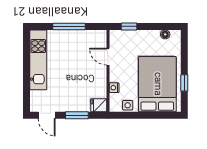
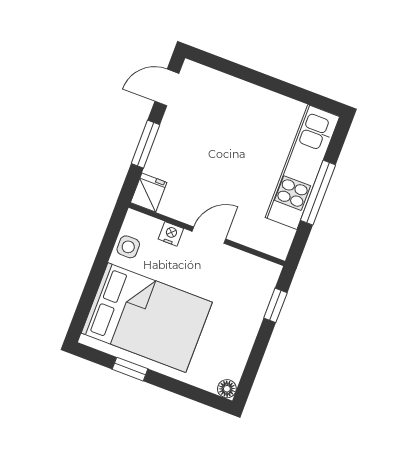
floor lamp: (165, 34) -> (227, 389), moved
door: (108, 57) -> (209, 235), moved
kitchen unit: (38, 60) -> (302, 167), moved, turned 90

